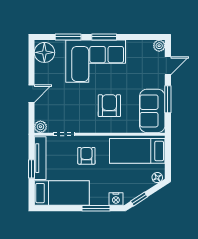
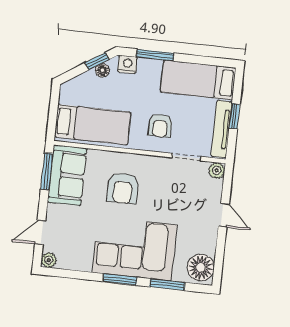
door: (31, 94) -> (224, 215), swing flipped
window: (168, 99) -> (47, 171), moved
floor lamp: (157, 178) -> (102, 70), moved

